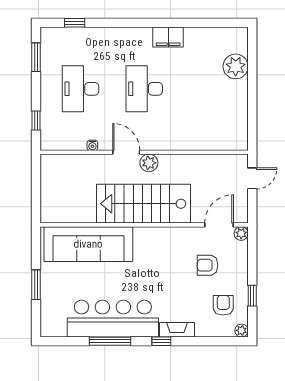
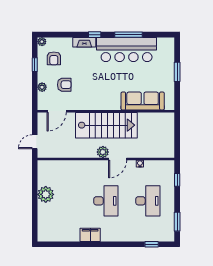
plant: (236, 66) -> (46, 194), moved
door: (126, 152) -> (118, 159), hinge flipped
plant: (241, 233) -> (42, 87), moved
sofa: (88, 244) -> (143, 101), width x0.74, depth x0.79

